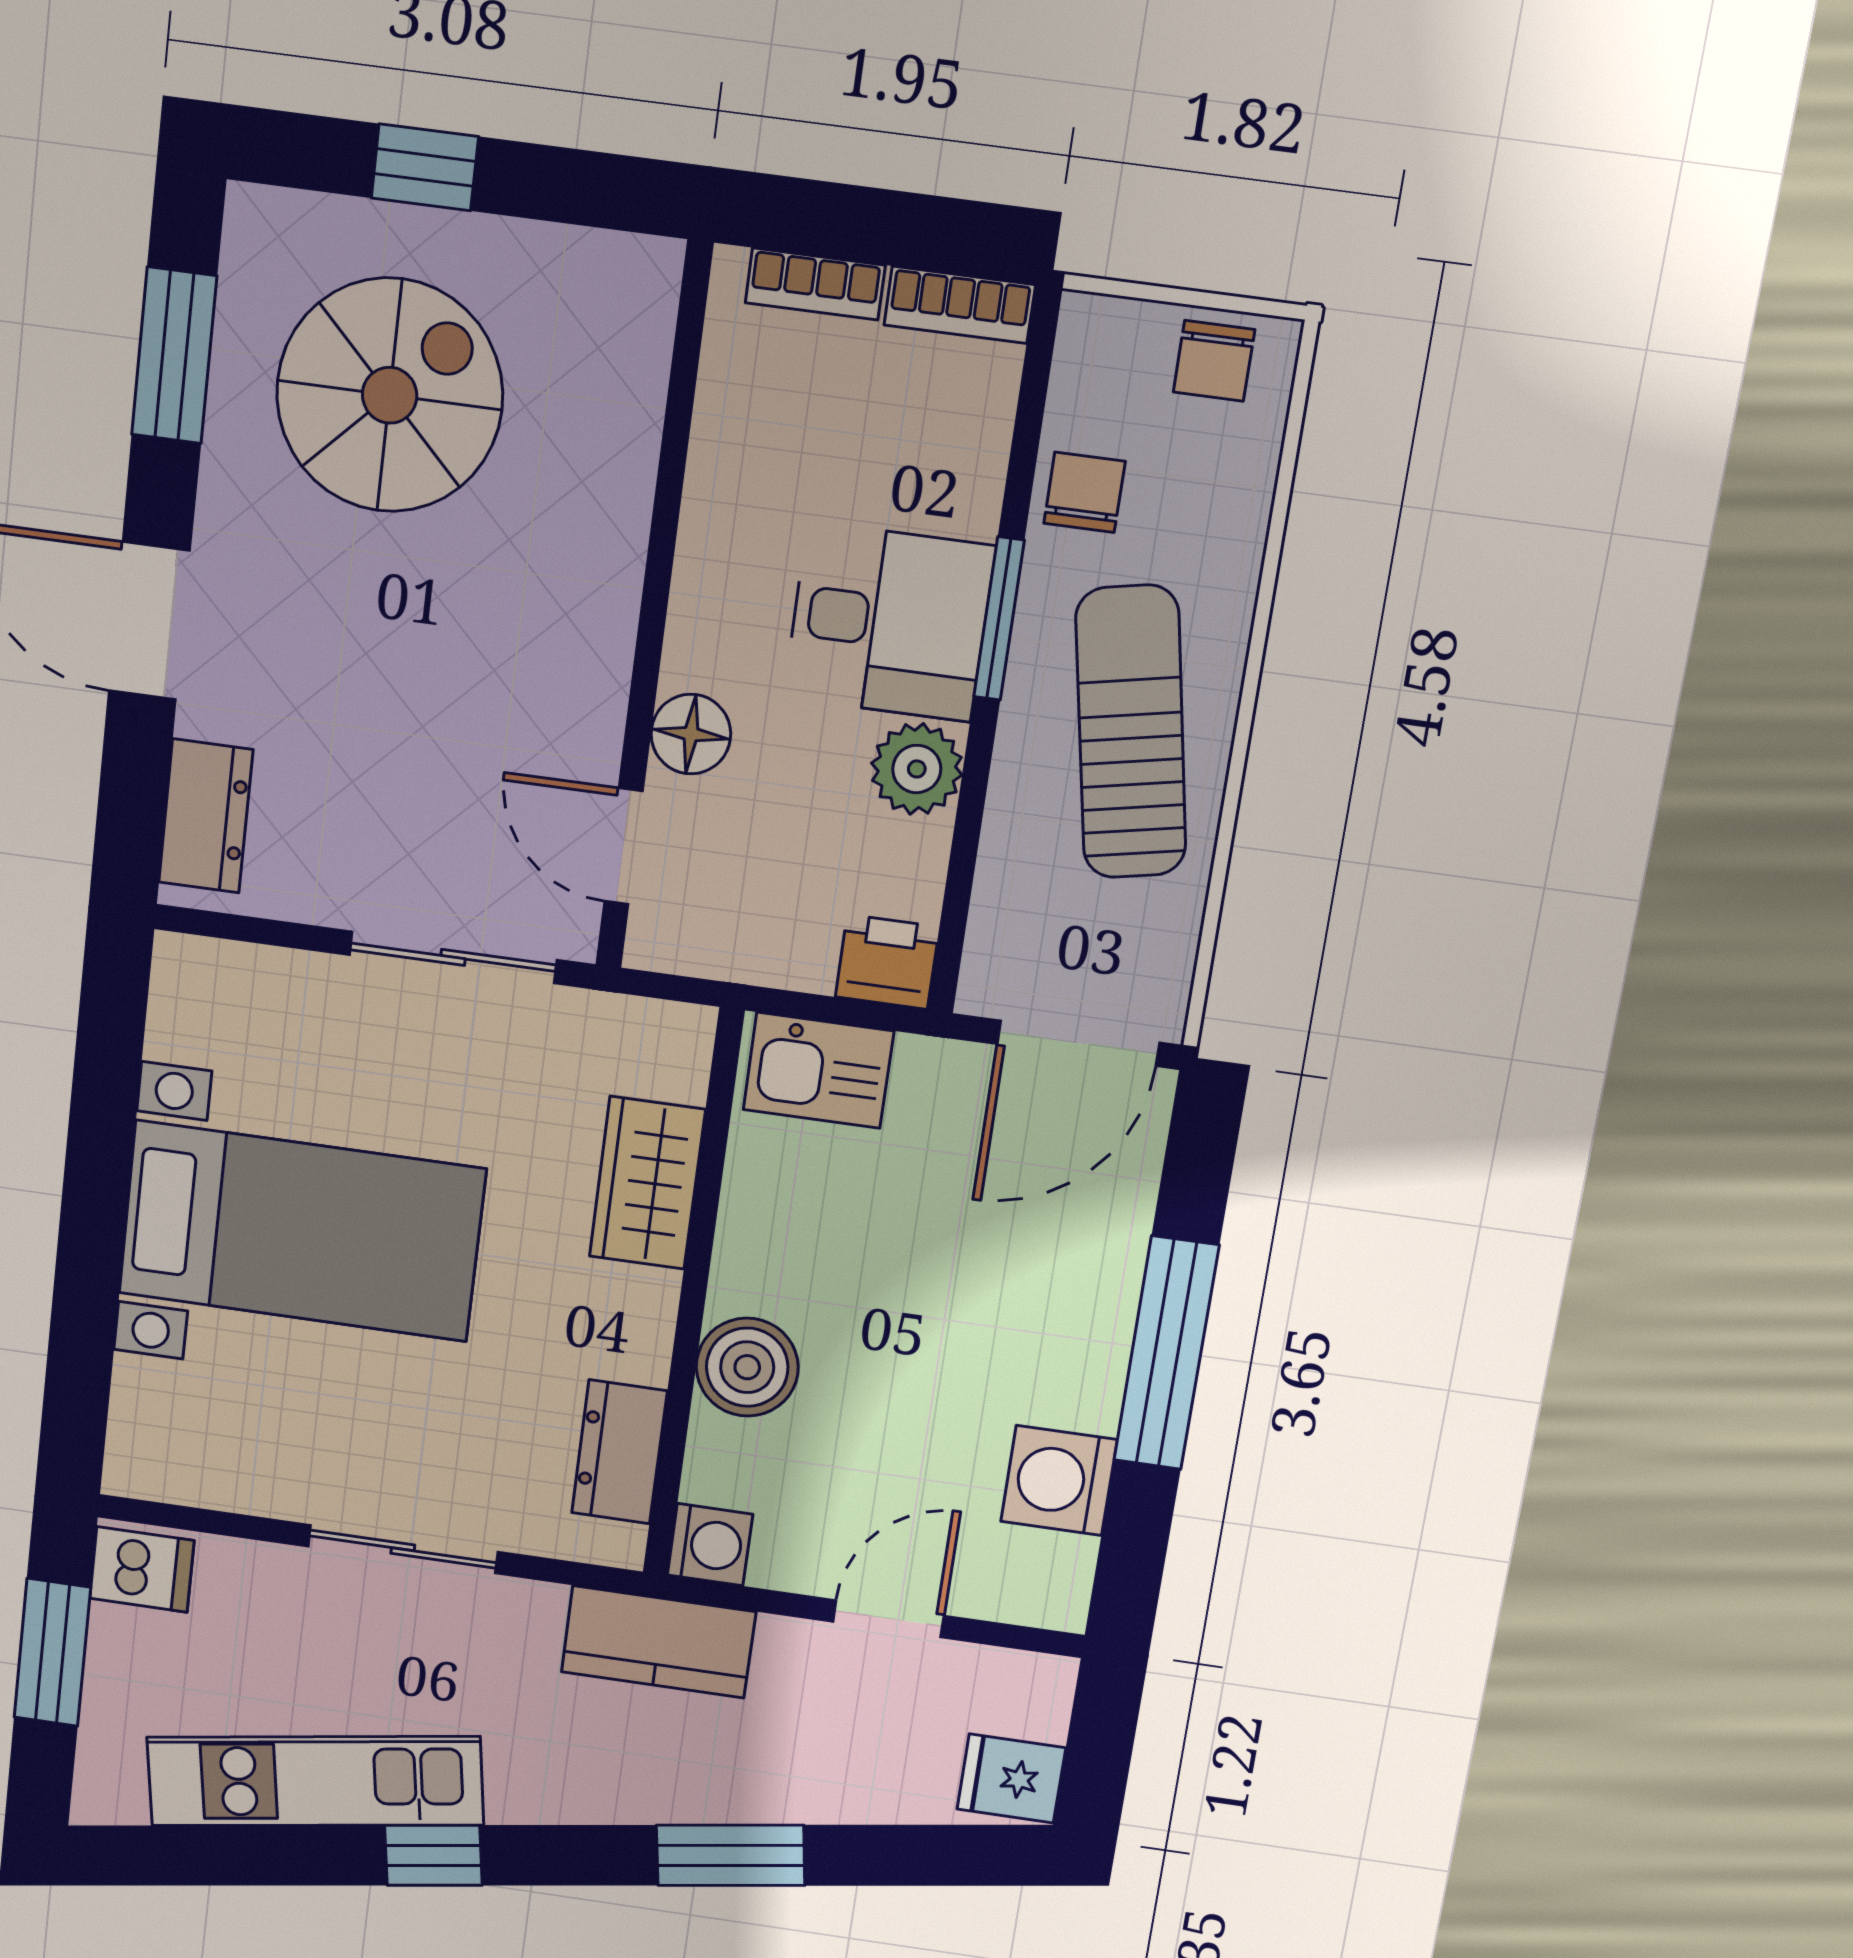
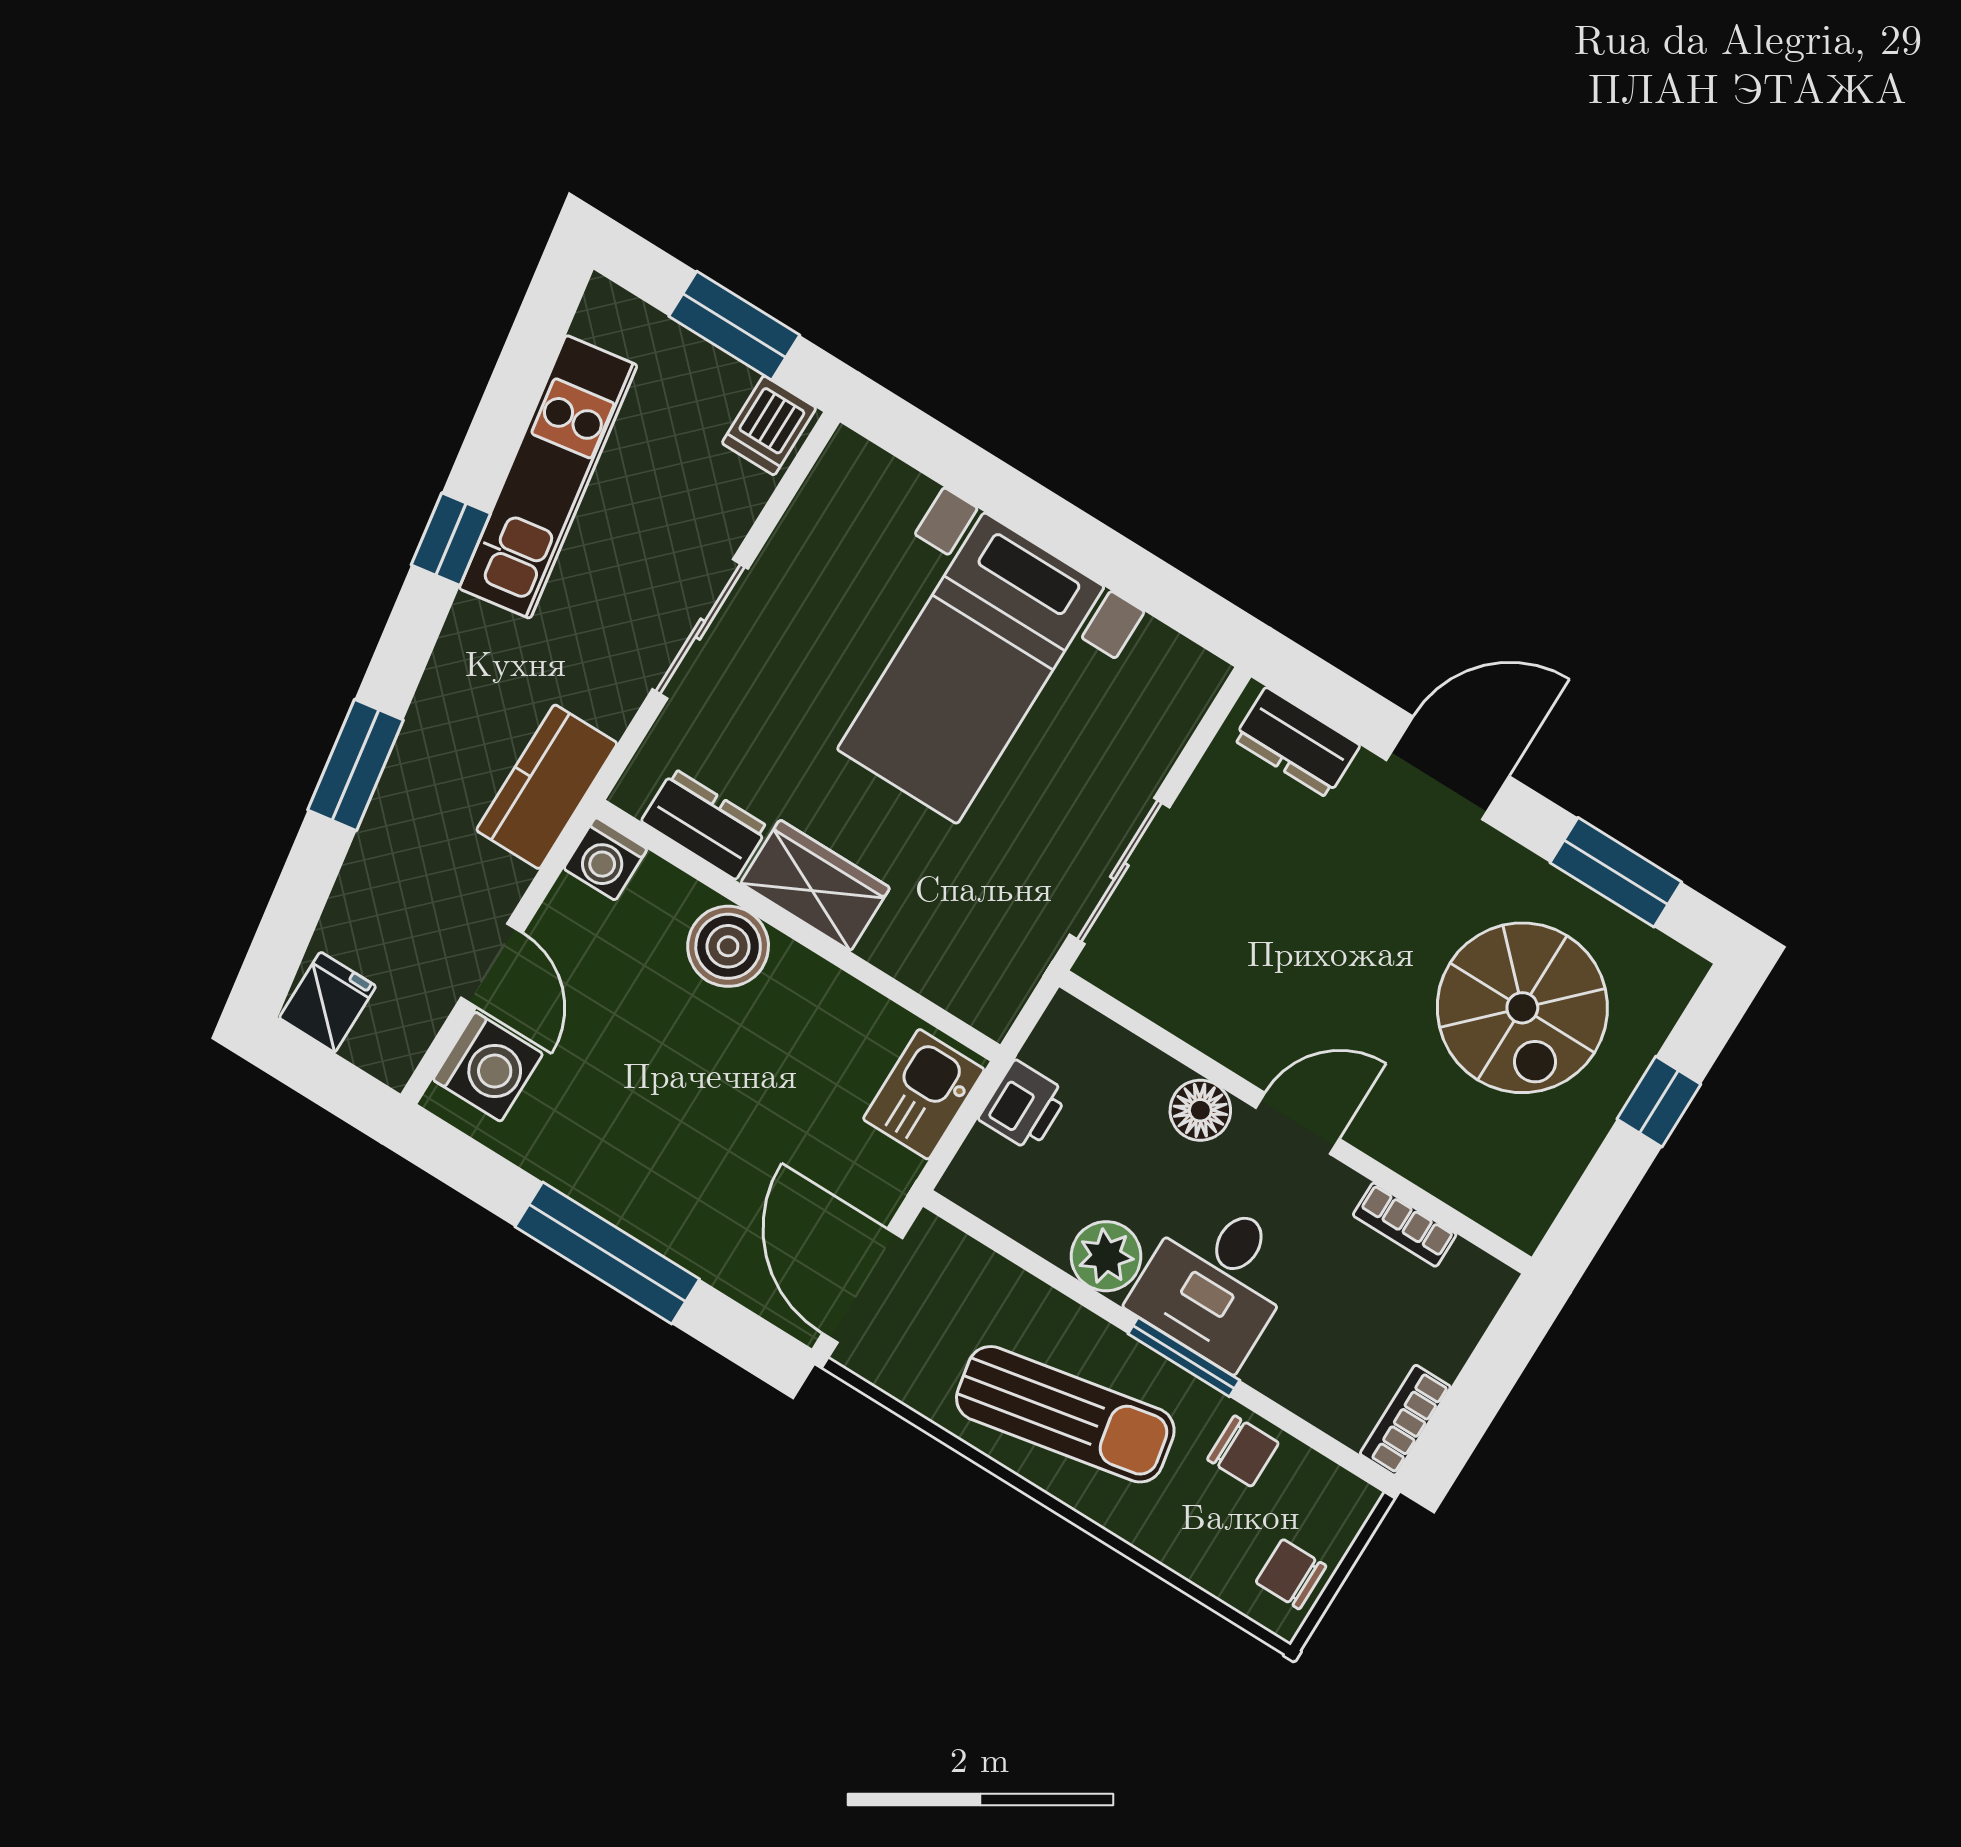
bookcase: (815, 284) -> (1405, 1225), moved, turned -90
door: (623, 846) -> (1298, 1123), moved
printer: (887, 962) -> (1024, 1106), moved
wardrobe: (647, 1183) -> (815, 885), moved
washing machine: (1059, 1481) -> (488, 1067), moved, turned 90

